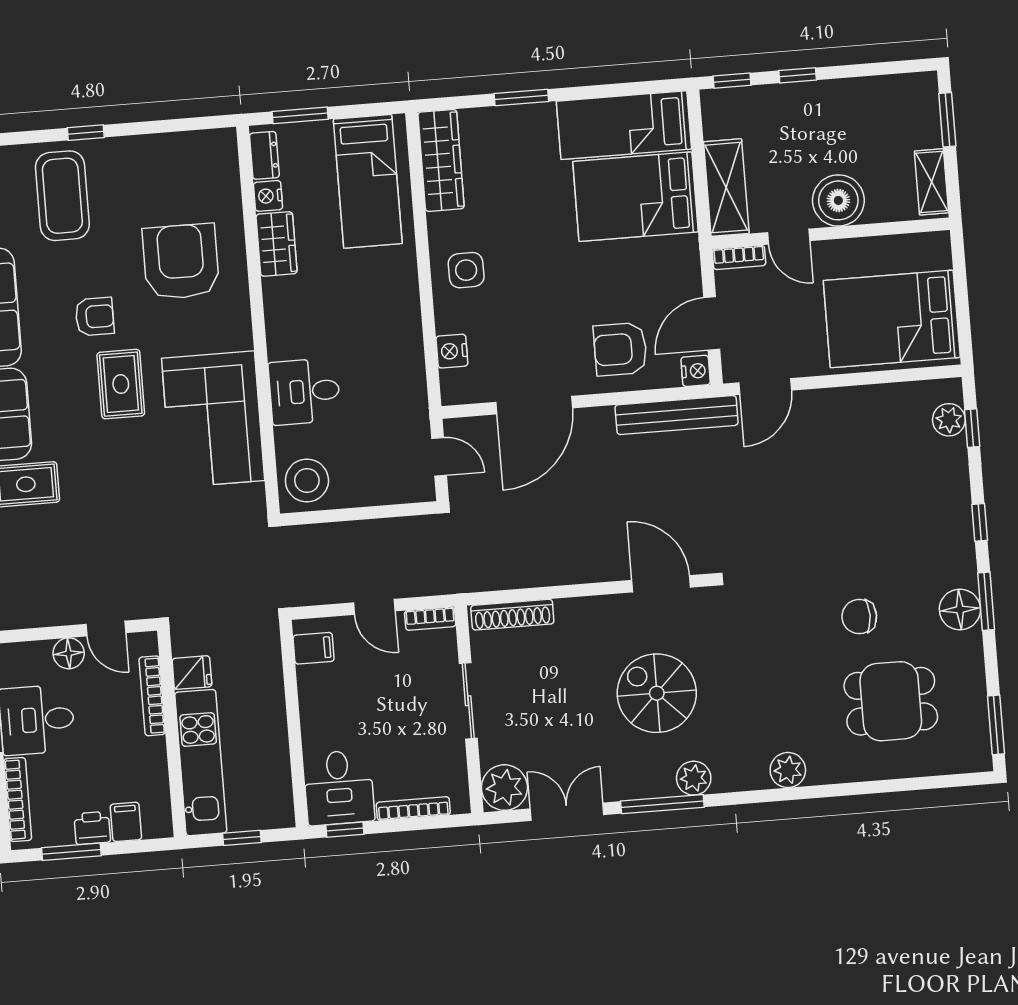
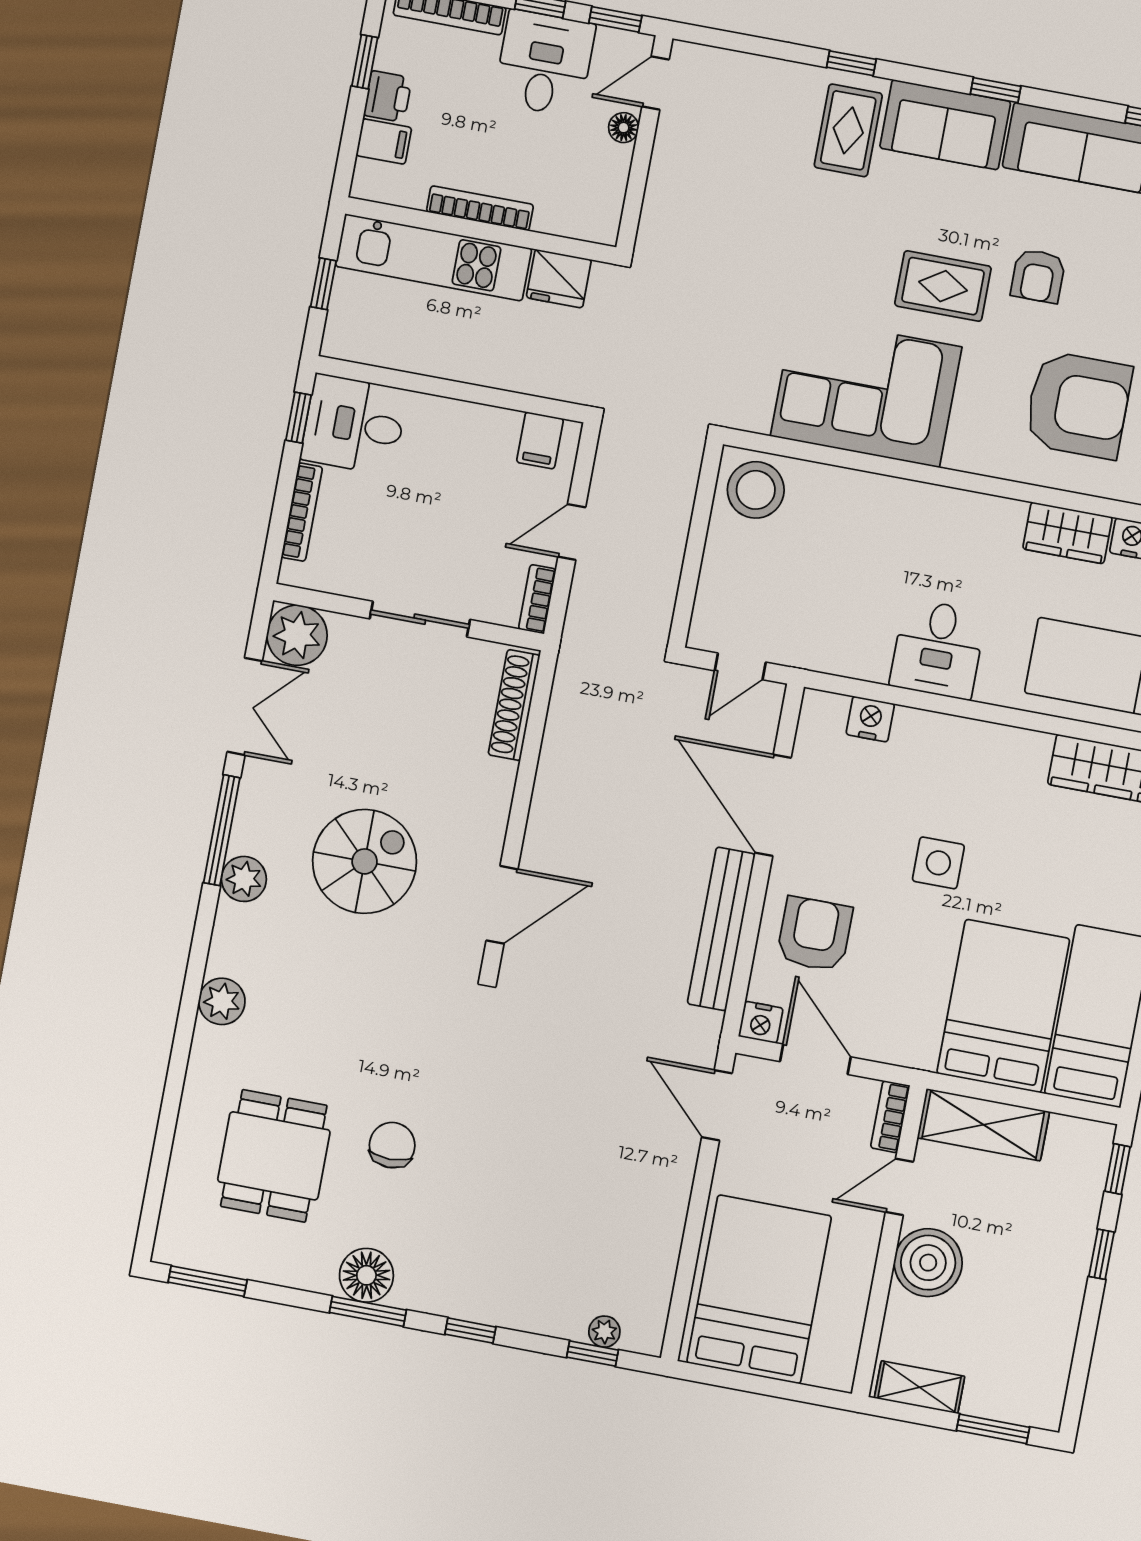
side table: (466, 270) -> (938, 863), moved
desk: (305, 391) -> (938, 649), moved, turned 180
bench: (677, 415) -> (721, 929), moved
plant: (949, 420) -> (604, 1332), width x0.73, depth x0.73
door: (106, 628) -> (656, 83), moved
floor lamp: (69, 653) -> (624, 128), width x0.73, depth x0.73
fridge: (192, 673) -> (559, 279), width x1.38
bookcase: (152, 696) -> (480, 208), moved
window: (71, 852) -> (365, 62), width x0.67

